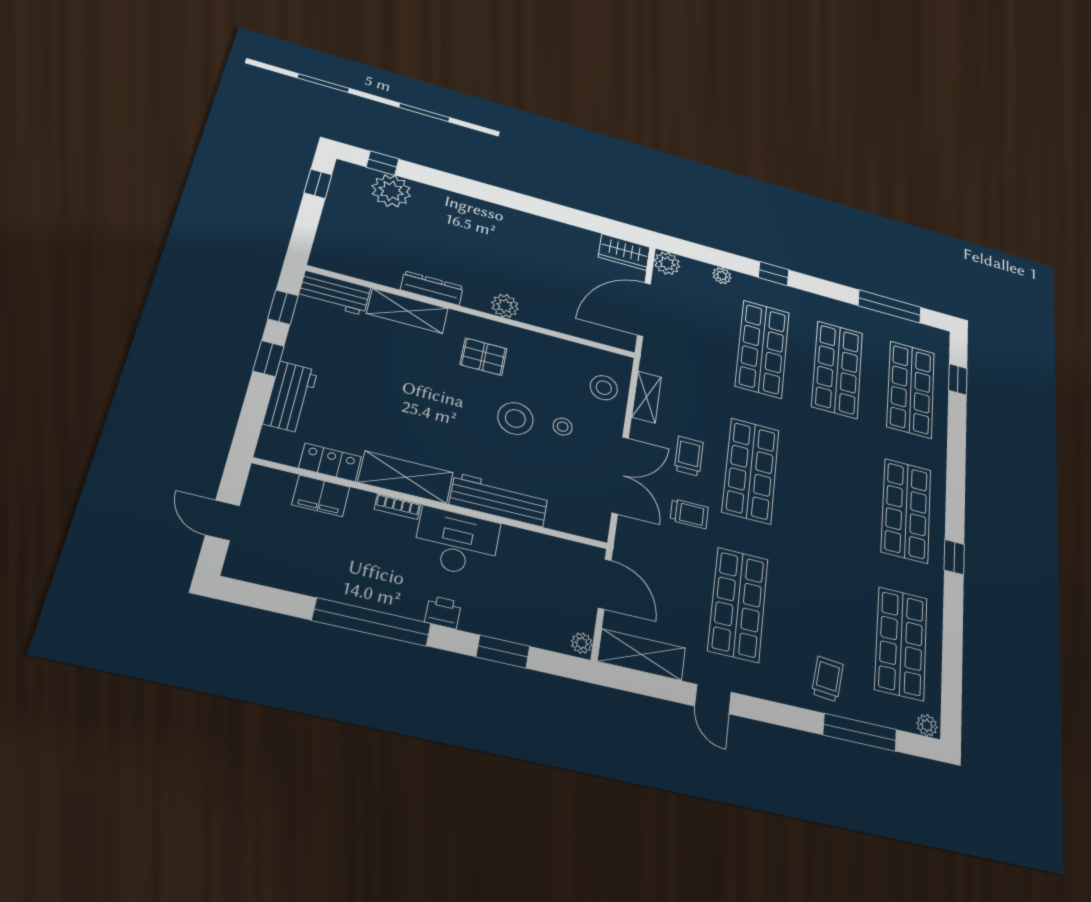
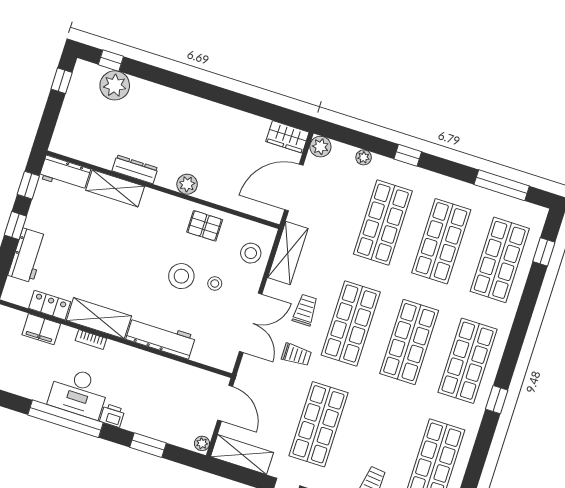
pallet: (484, 357) -> (205, 226), moved
shelving: (647, 397) -> (288, 253), width x1.50, depth x1.33
shop shelf: (829, 491) -> (409, 342), added
desk: (457, 542) -> (79, 393), moved, turned 180

